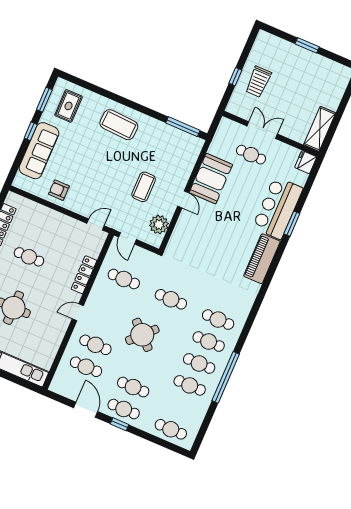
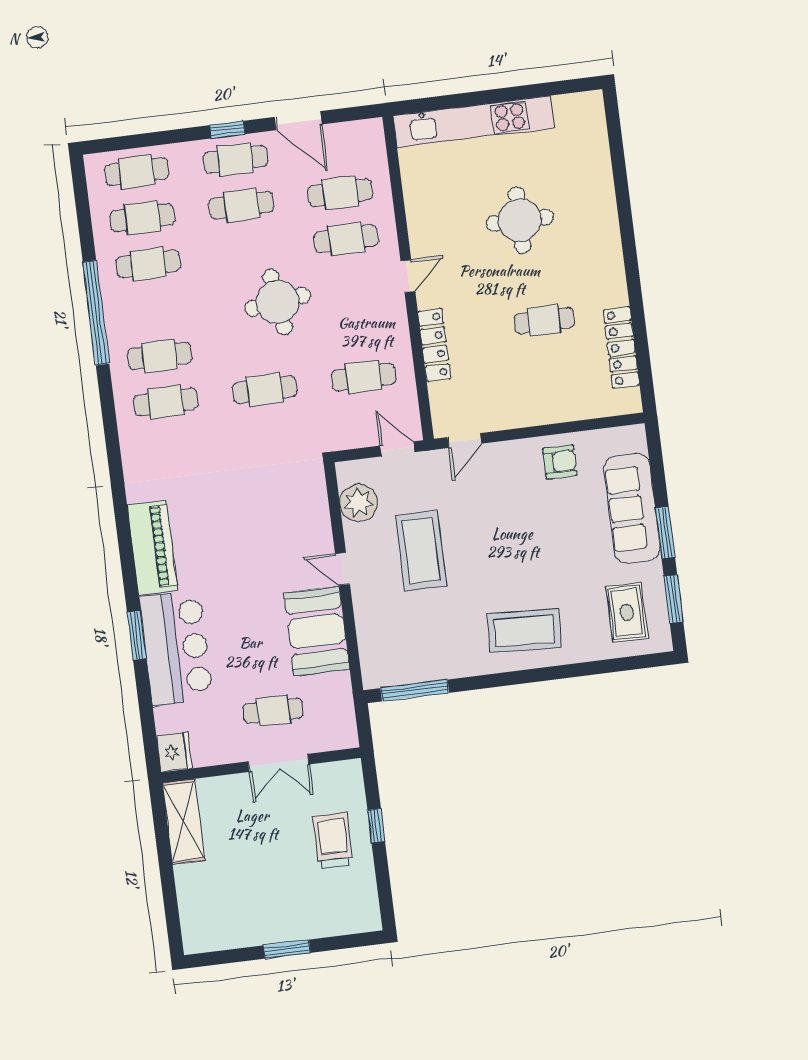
window: (31, 131) -> (665, 533), width x1.50
coffee table: (144, 187) -> (421, 551), width x1.36, depth x1.32
round table: (142, 335) -> (278, 302), turned 38
cafe table: (199, 363) -> (142, 218), moved

